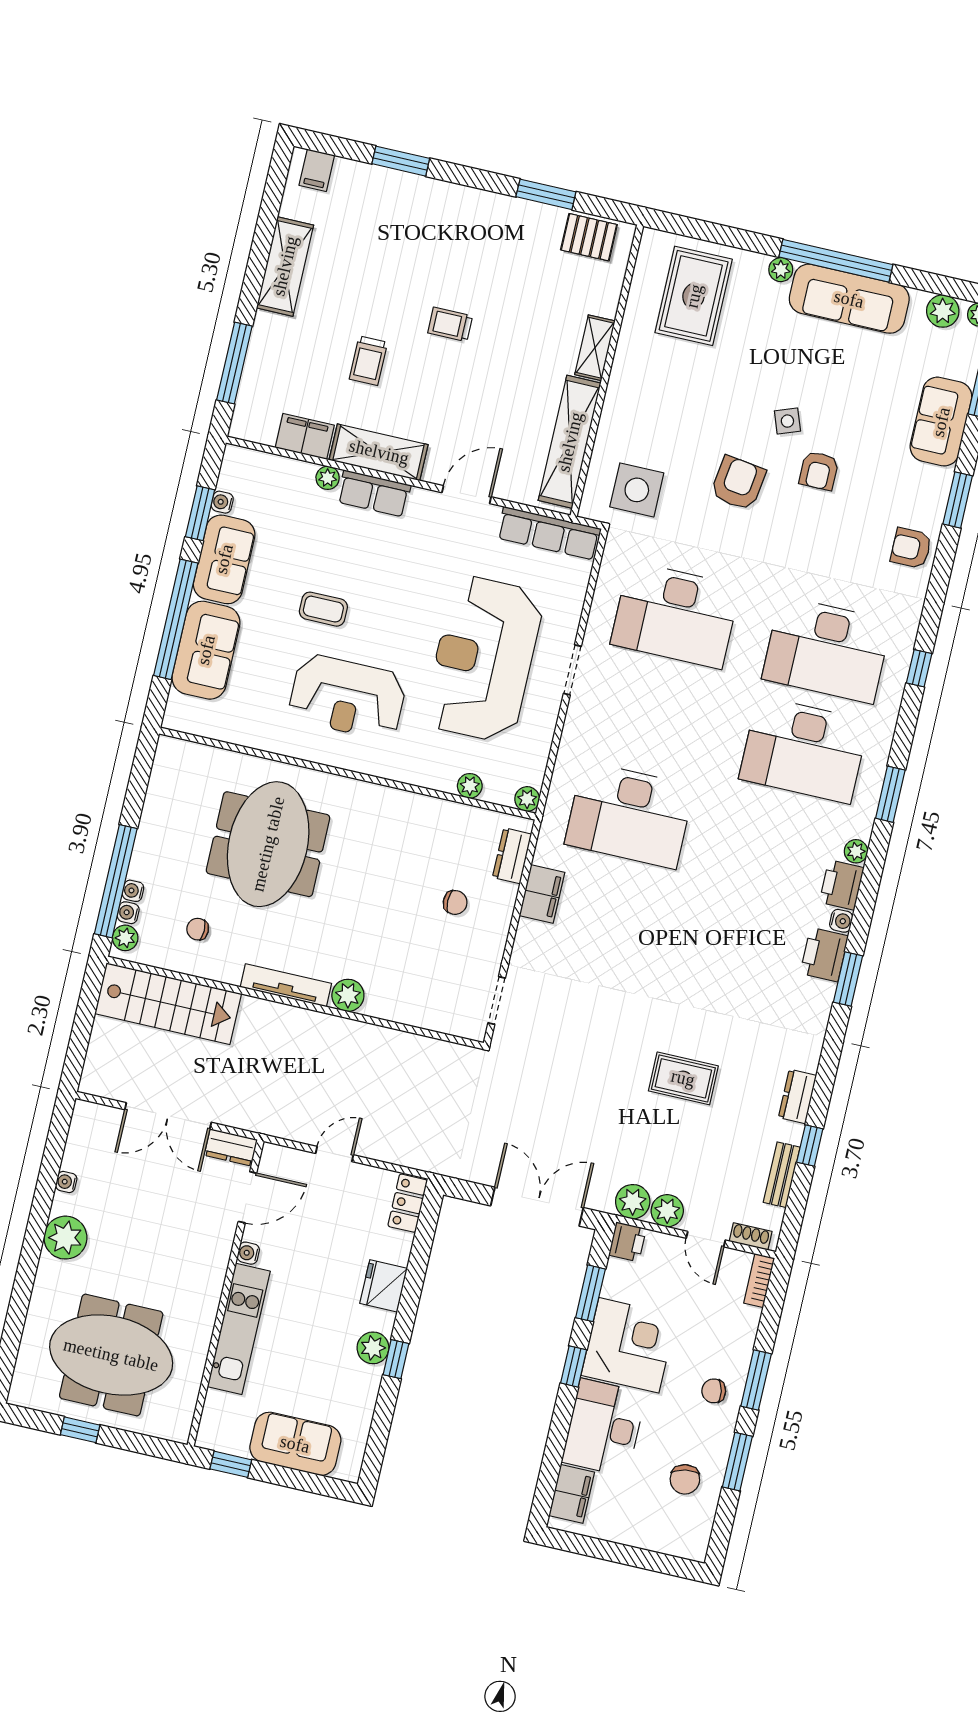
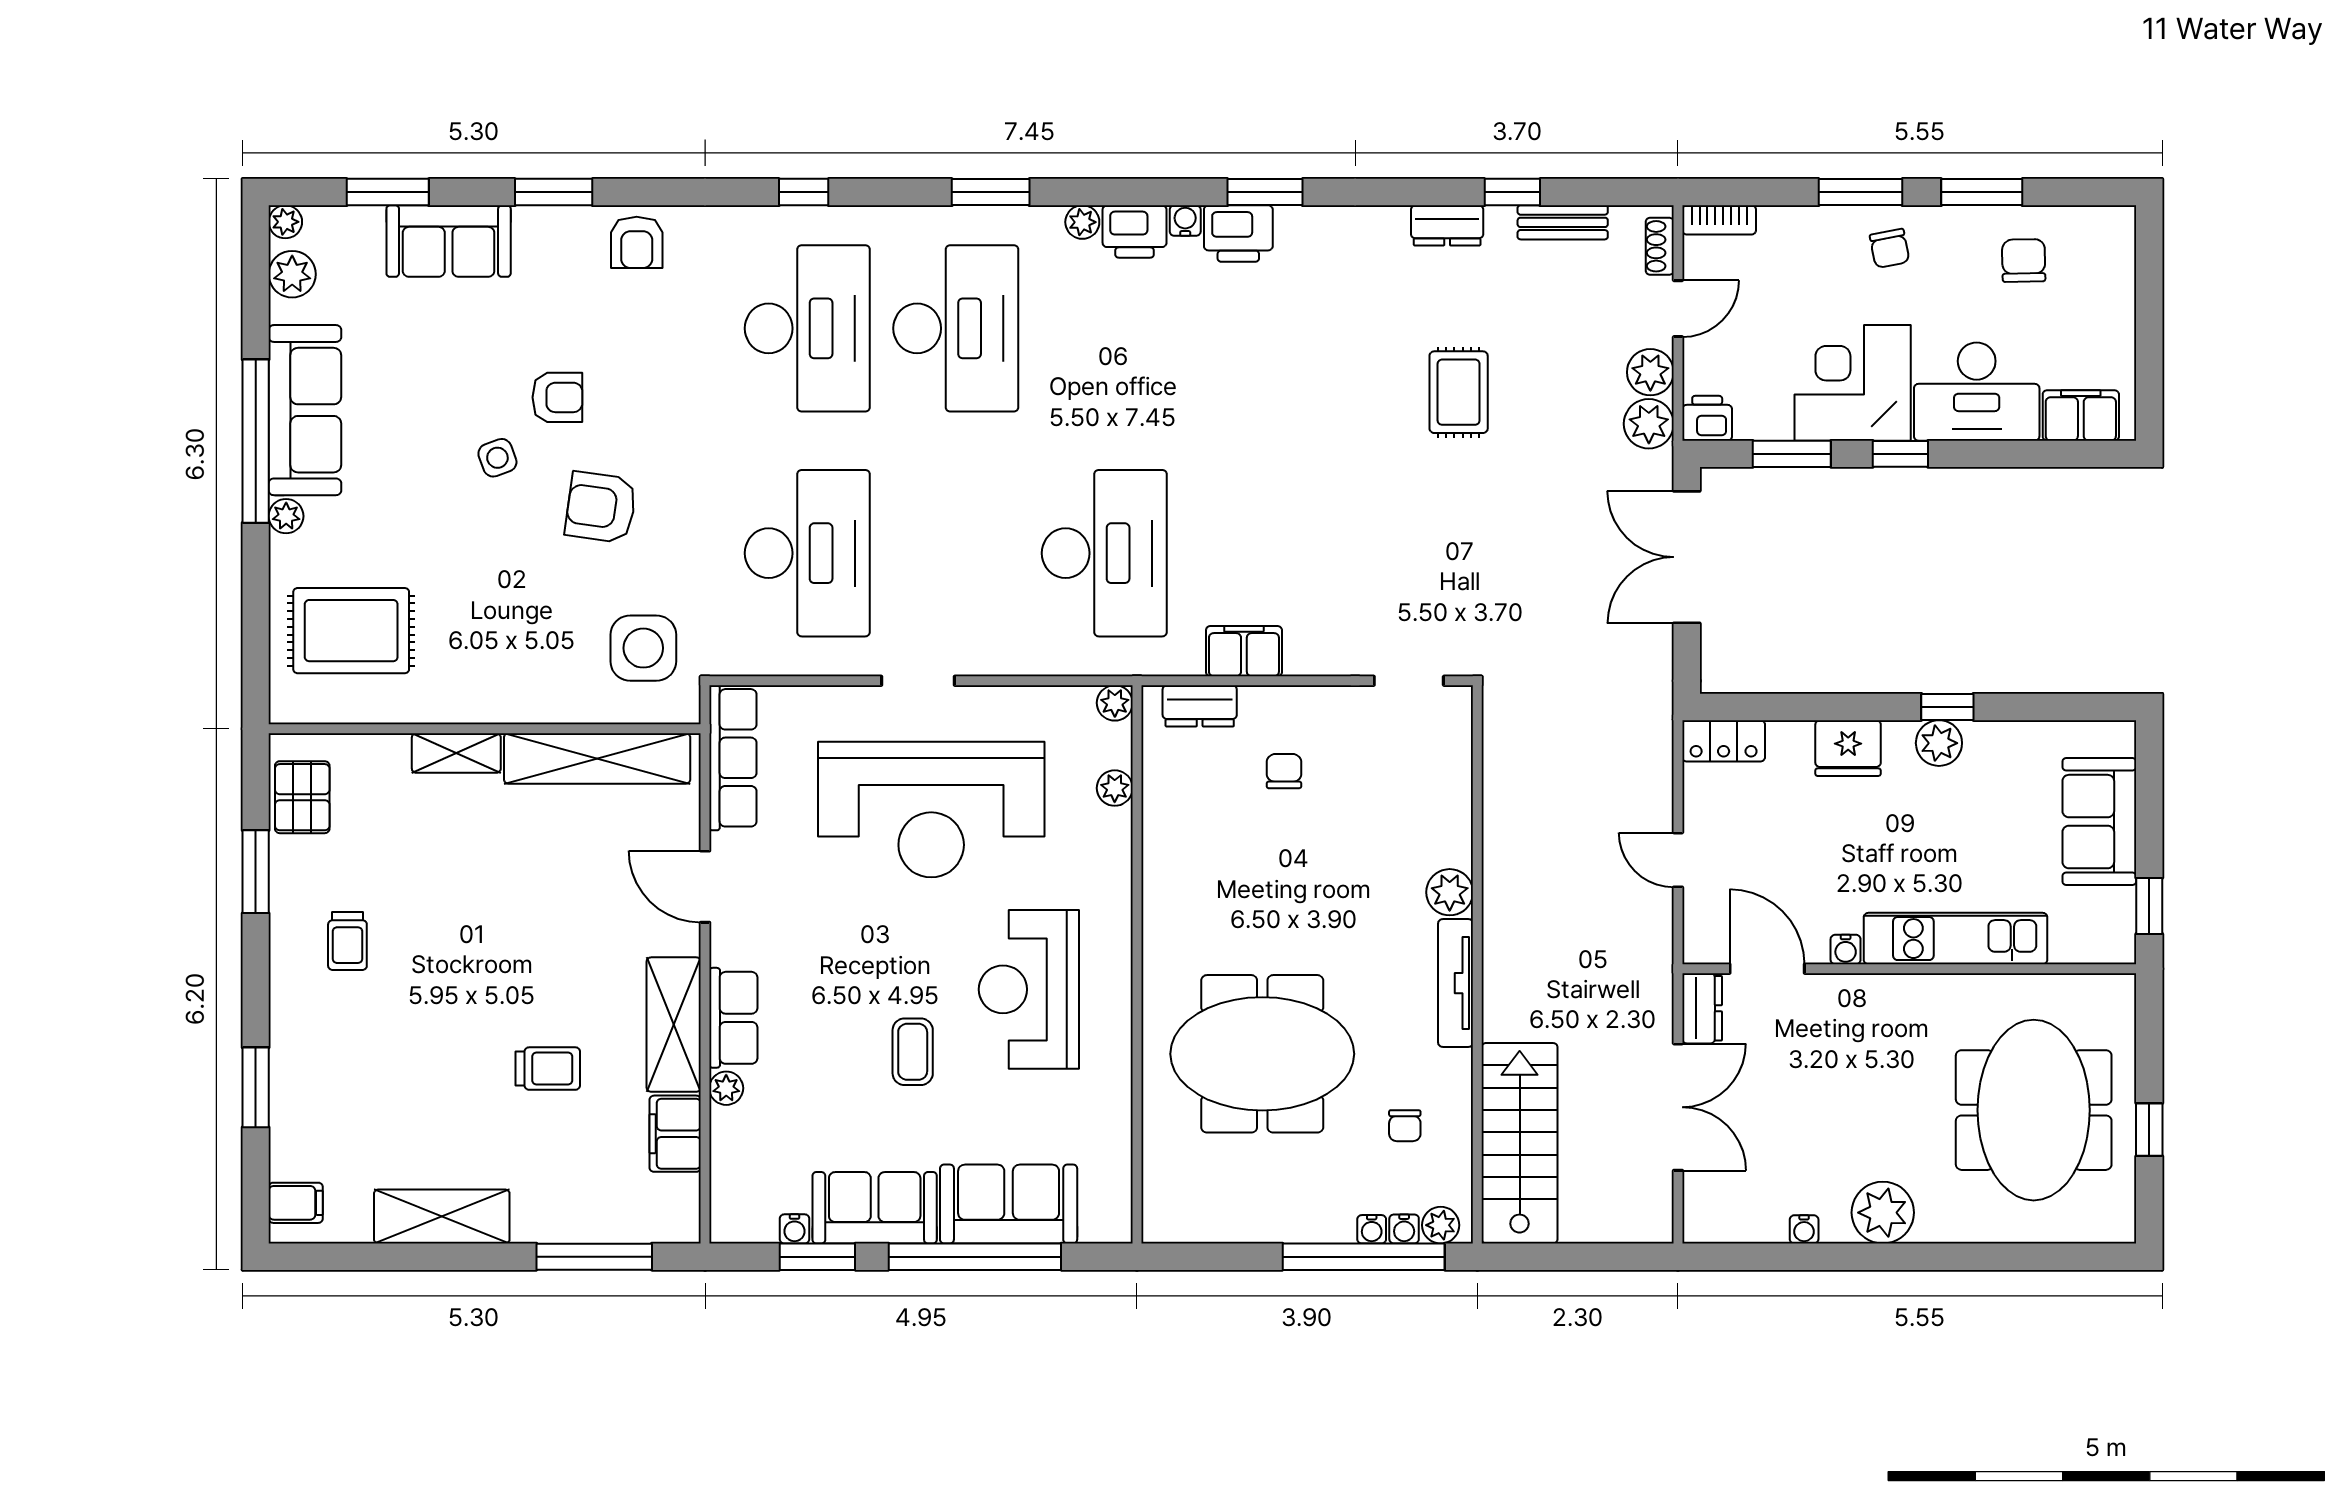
trolley: (450, 324) -> (347, 941), moved
reception desk: (347, 697) -> (1029, 989), turned 180
chair: (685, 1479) -> (2024, 260), turned -81

